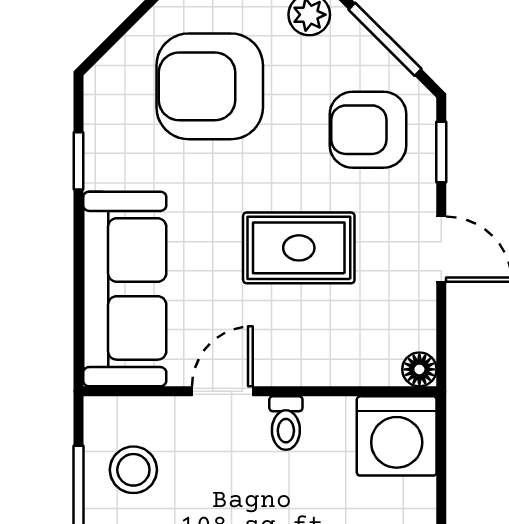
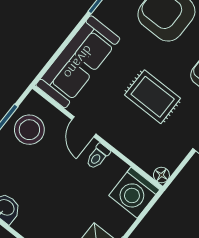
door: (222, 391) -> (84, 127), swing flipped
stool: (133, 470) -> (29, 130), width x1.38, depth x1.38

